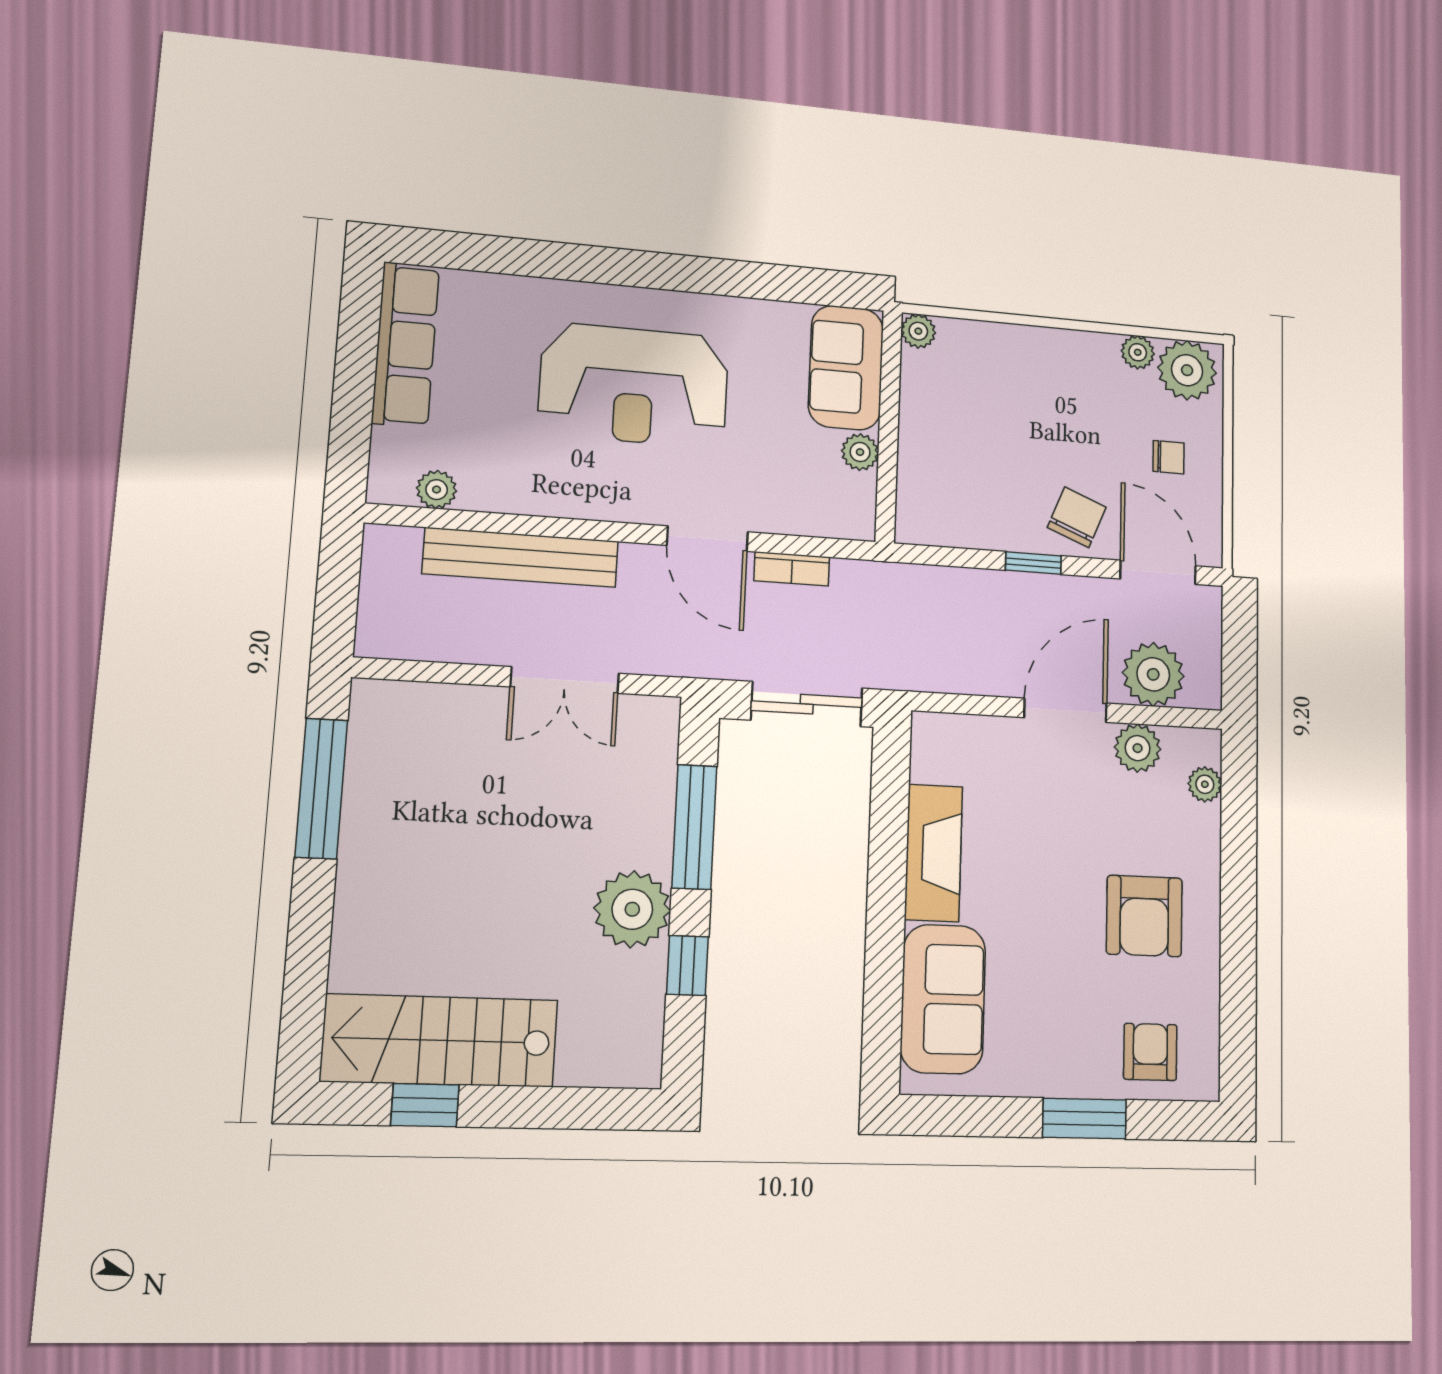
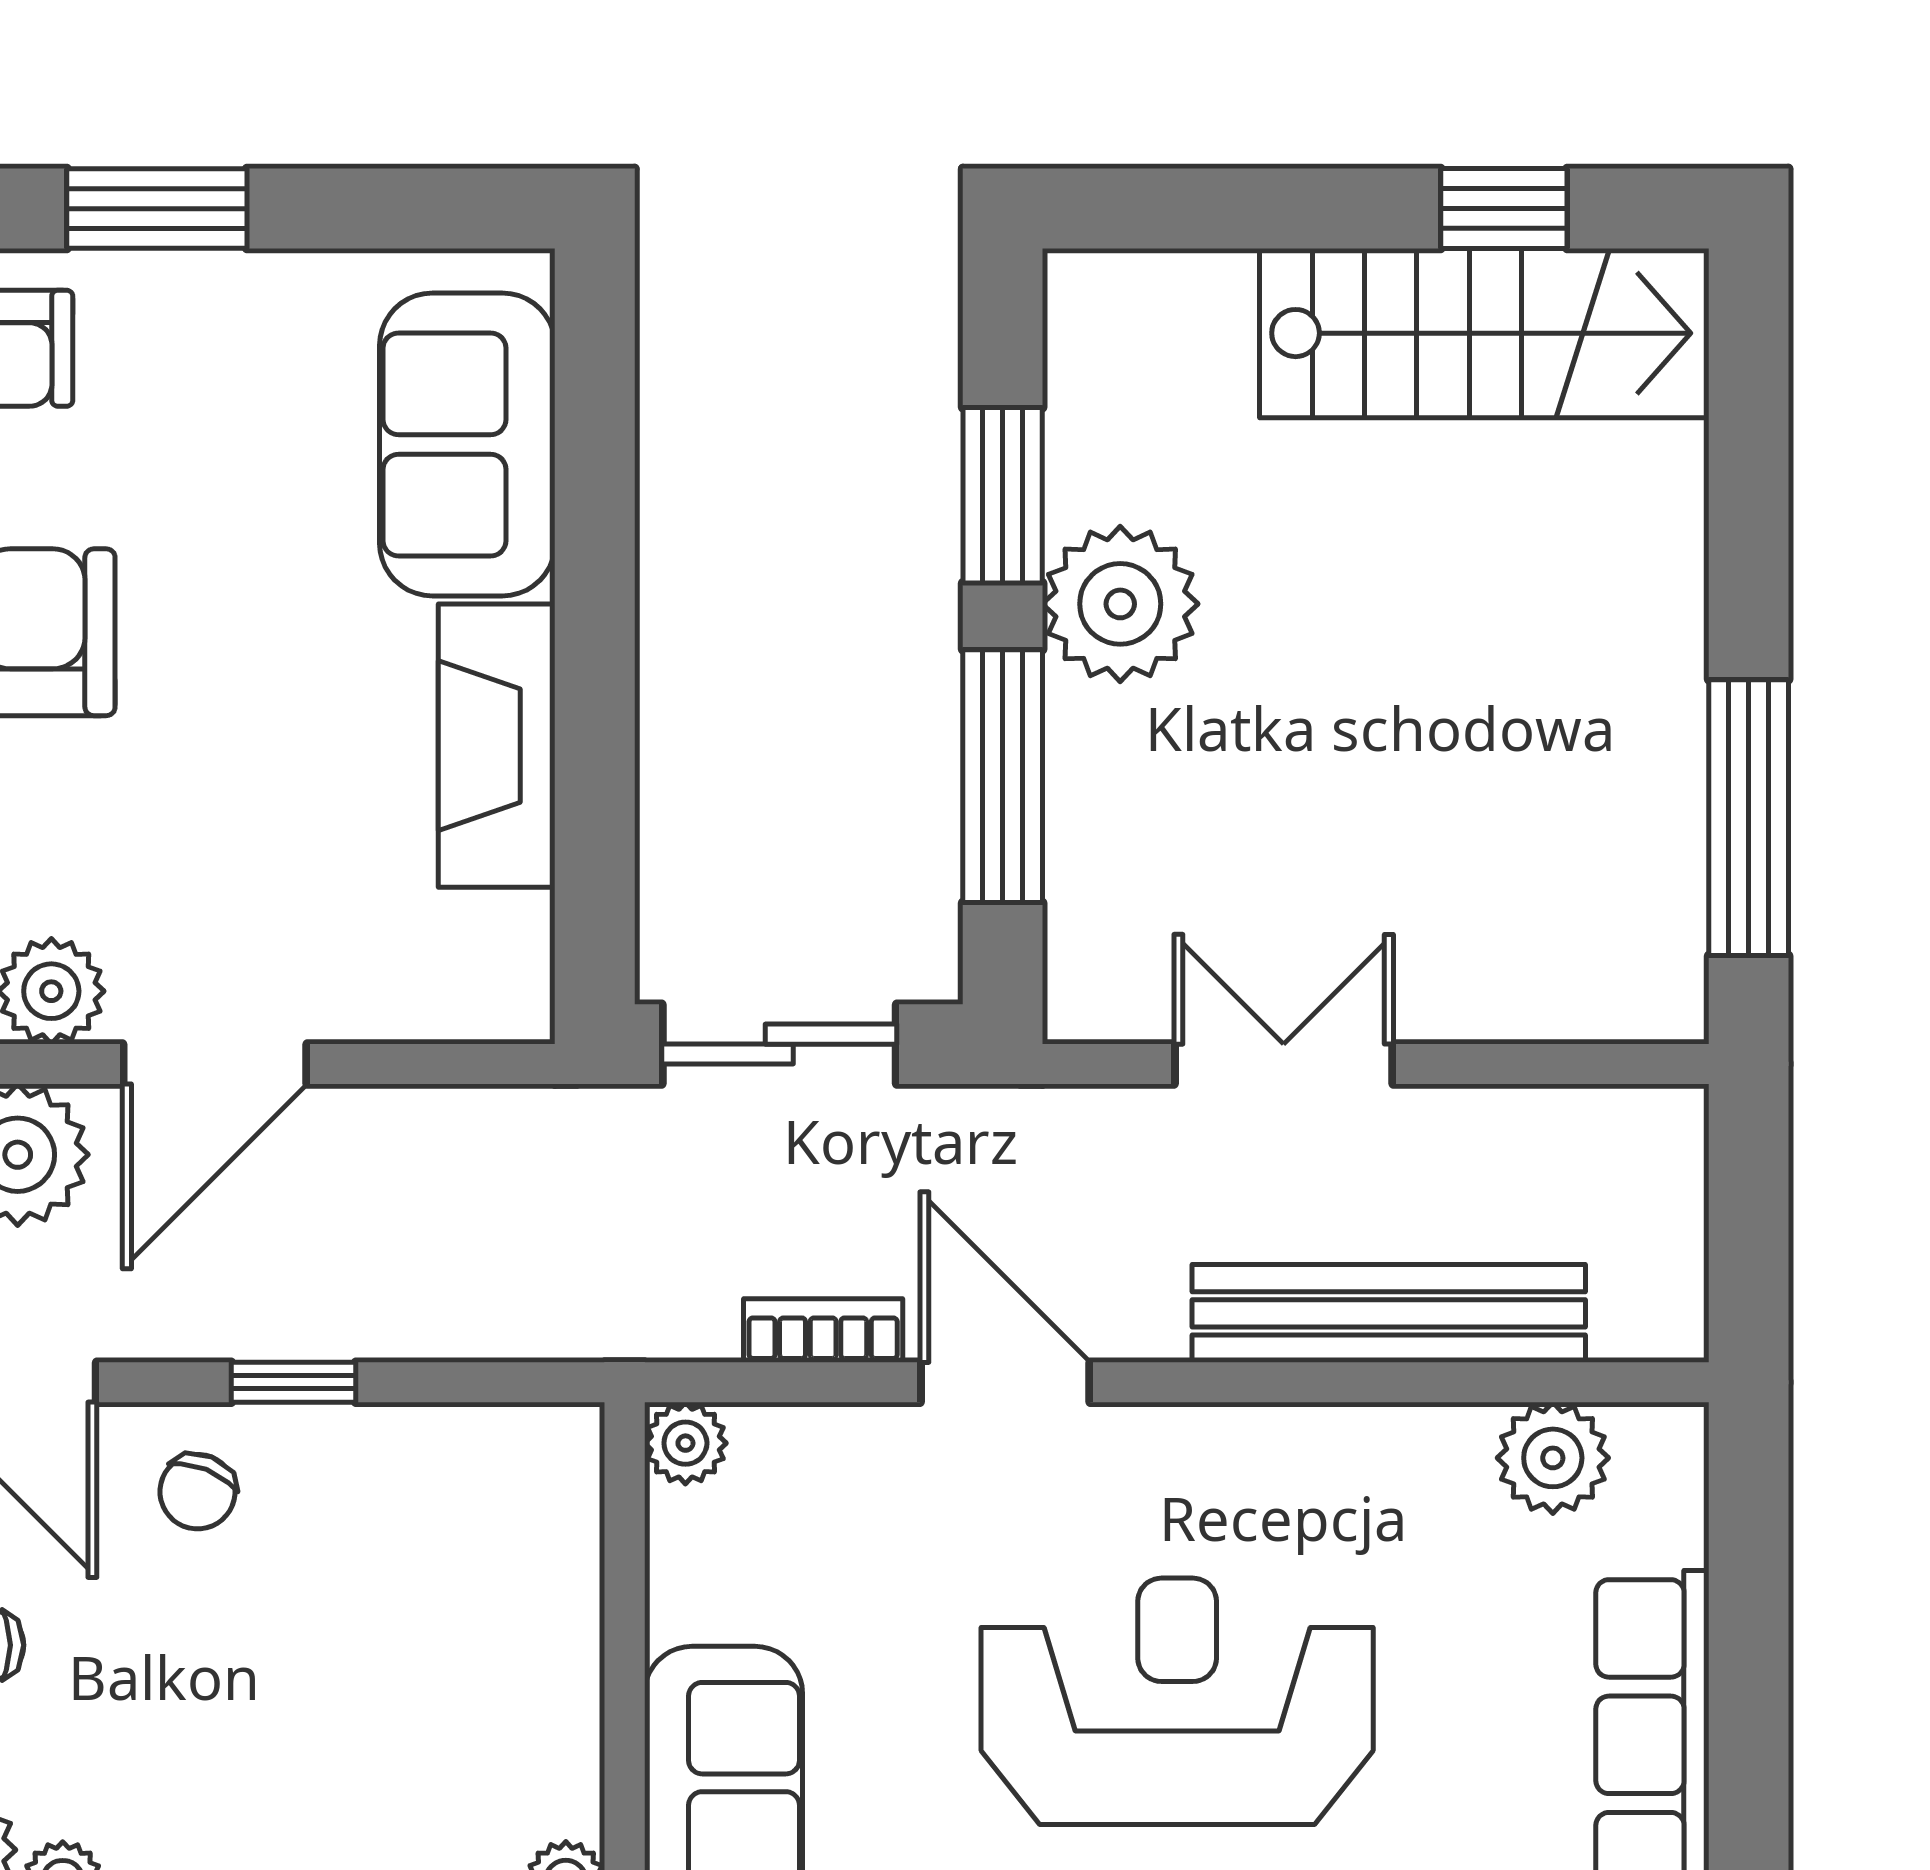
plant: (860, 452) -> (685, 1443), moved
plant: (437, 490) -> (1553, 1458), width x1.38, depth x1.38
chair: (1077, 517) -> (198, 1492), width x0.73, depth x0.73
window: (687, 966) -> (1003, 495), width x1.50

